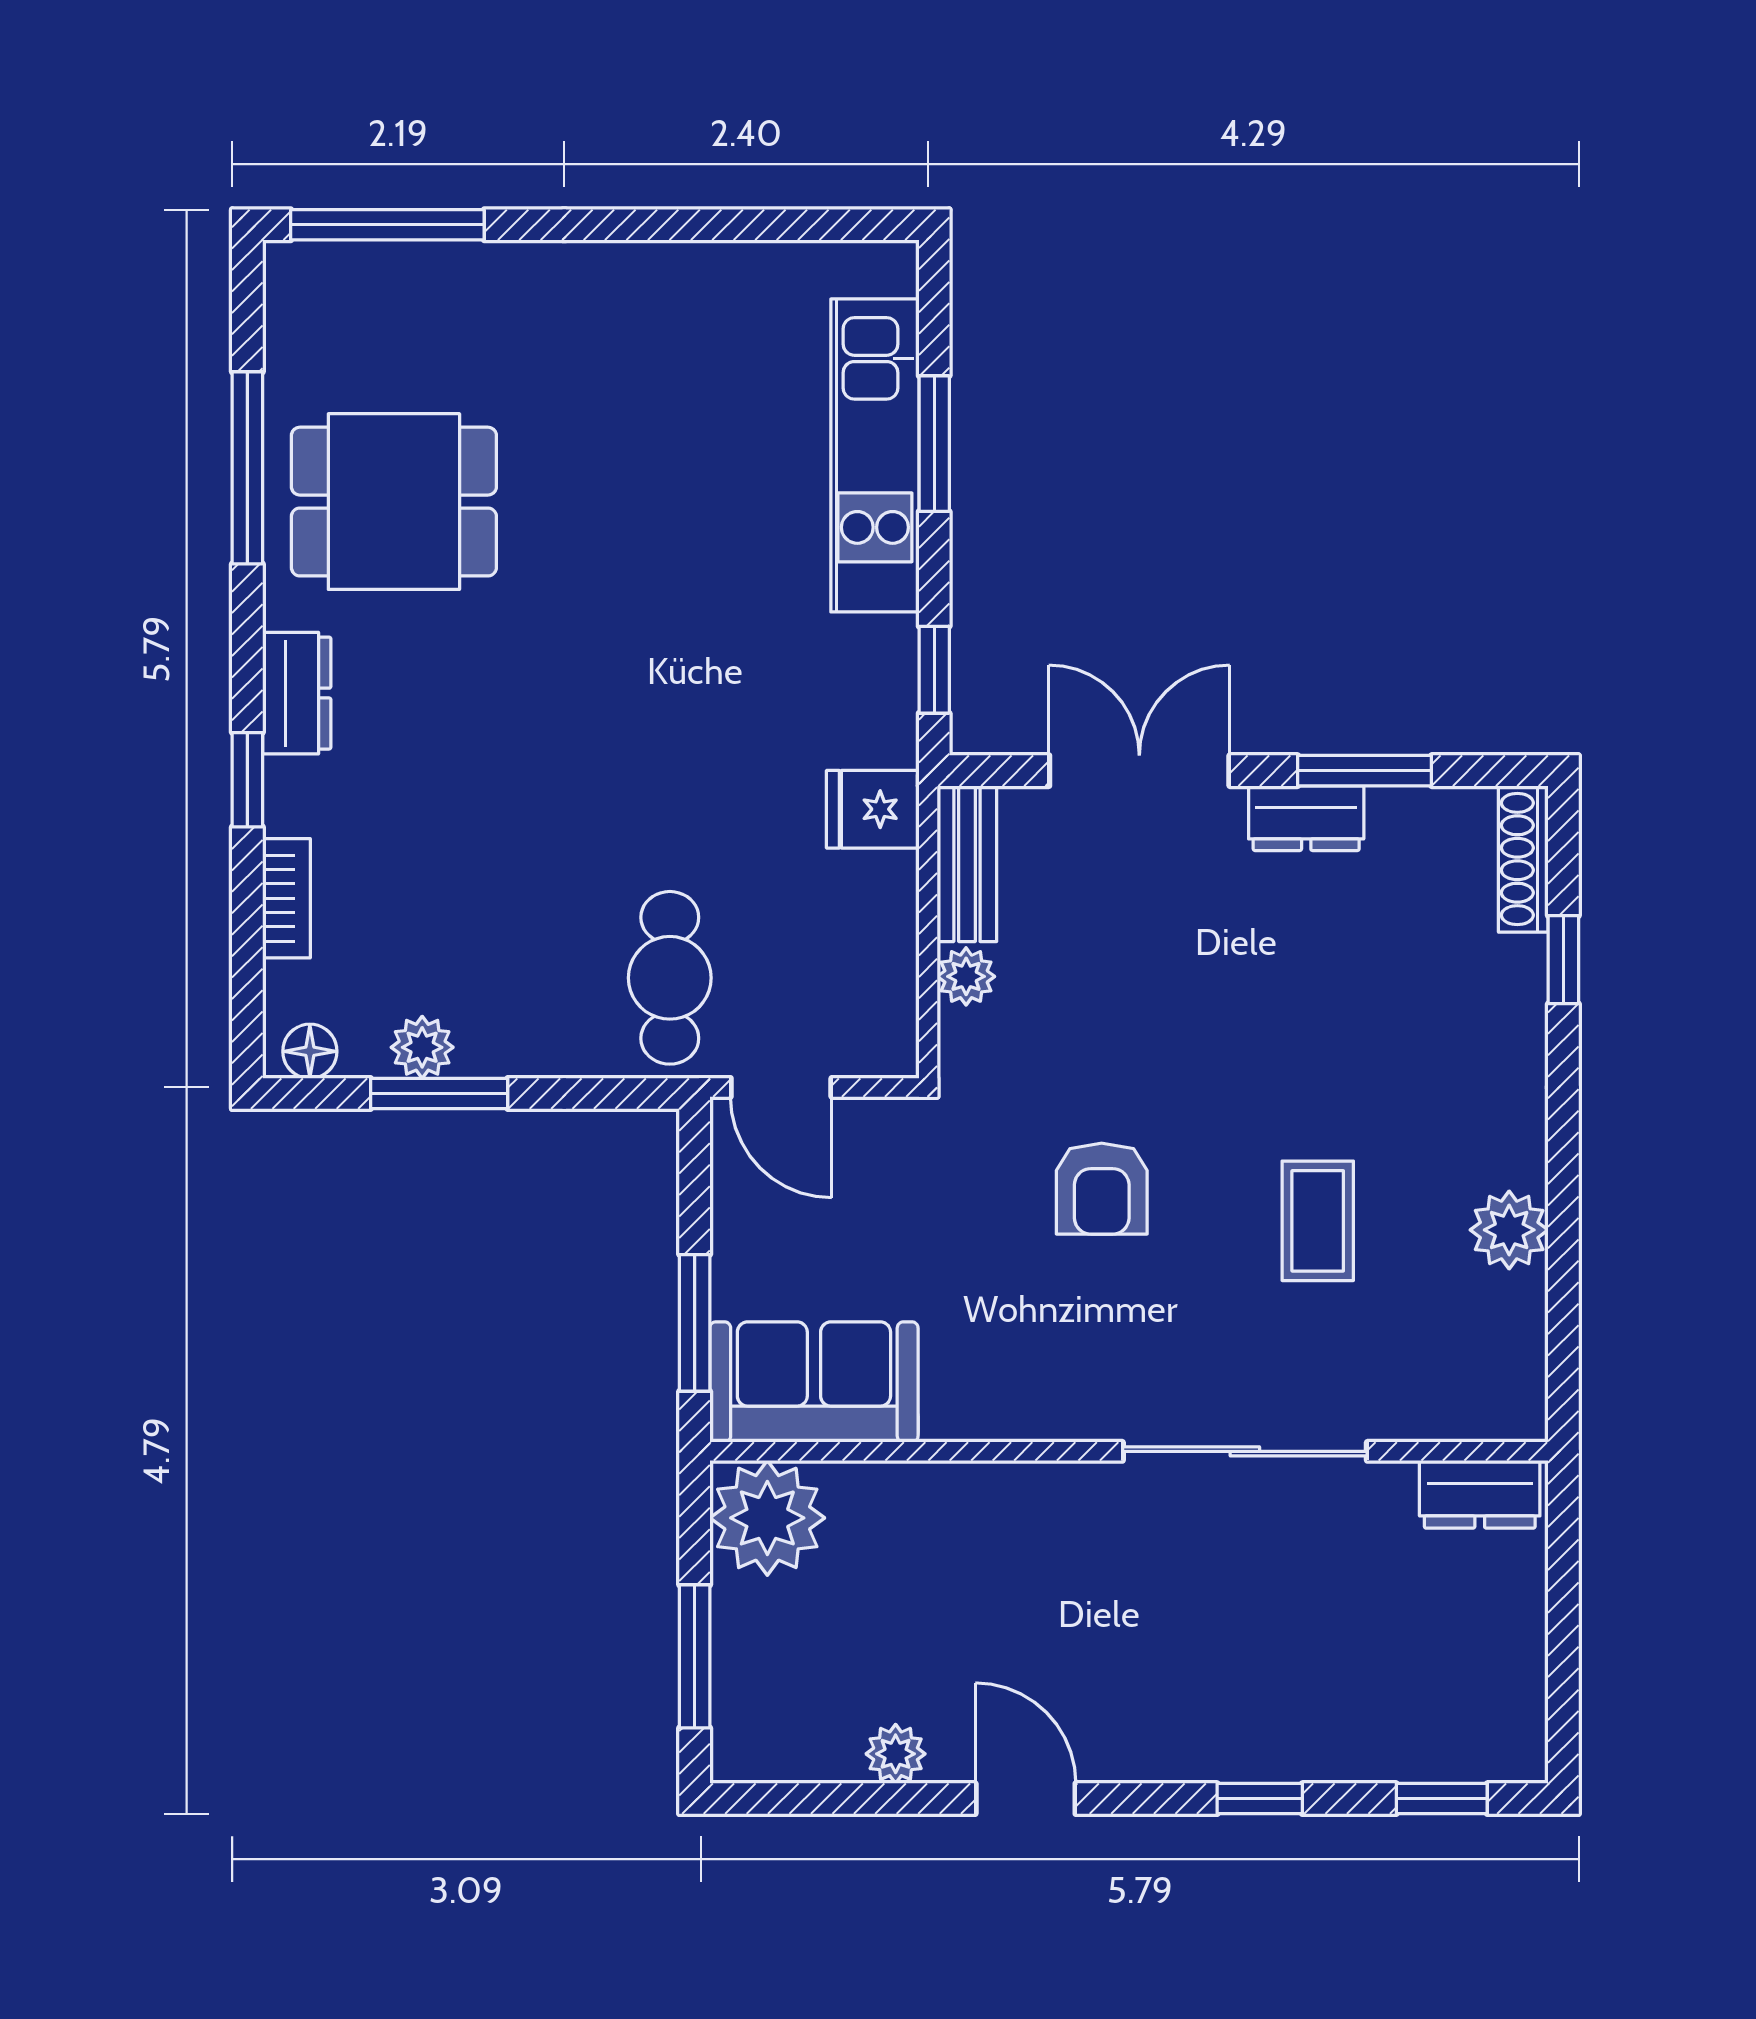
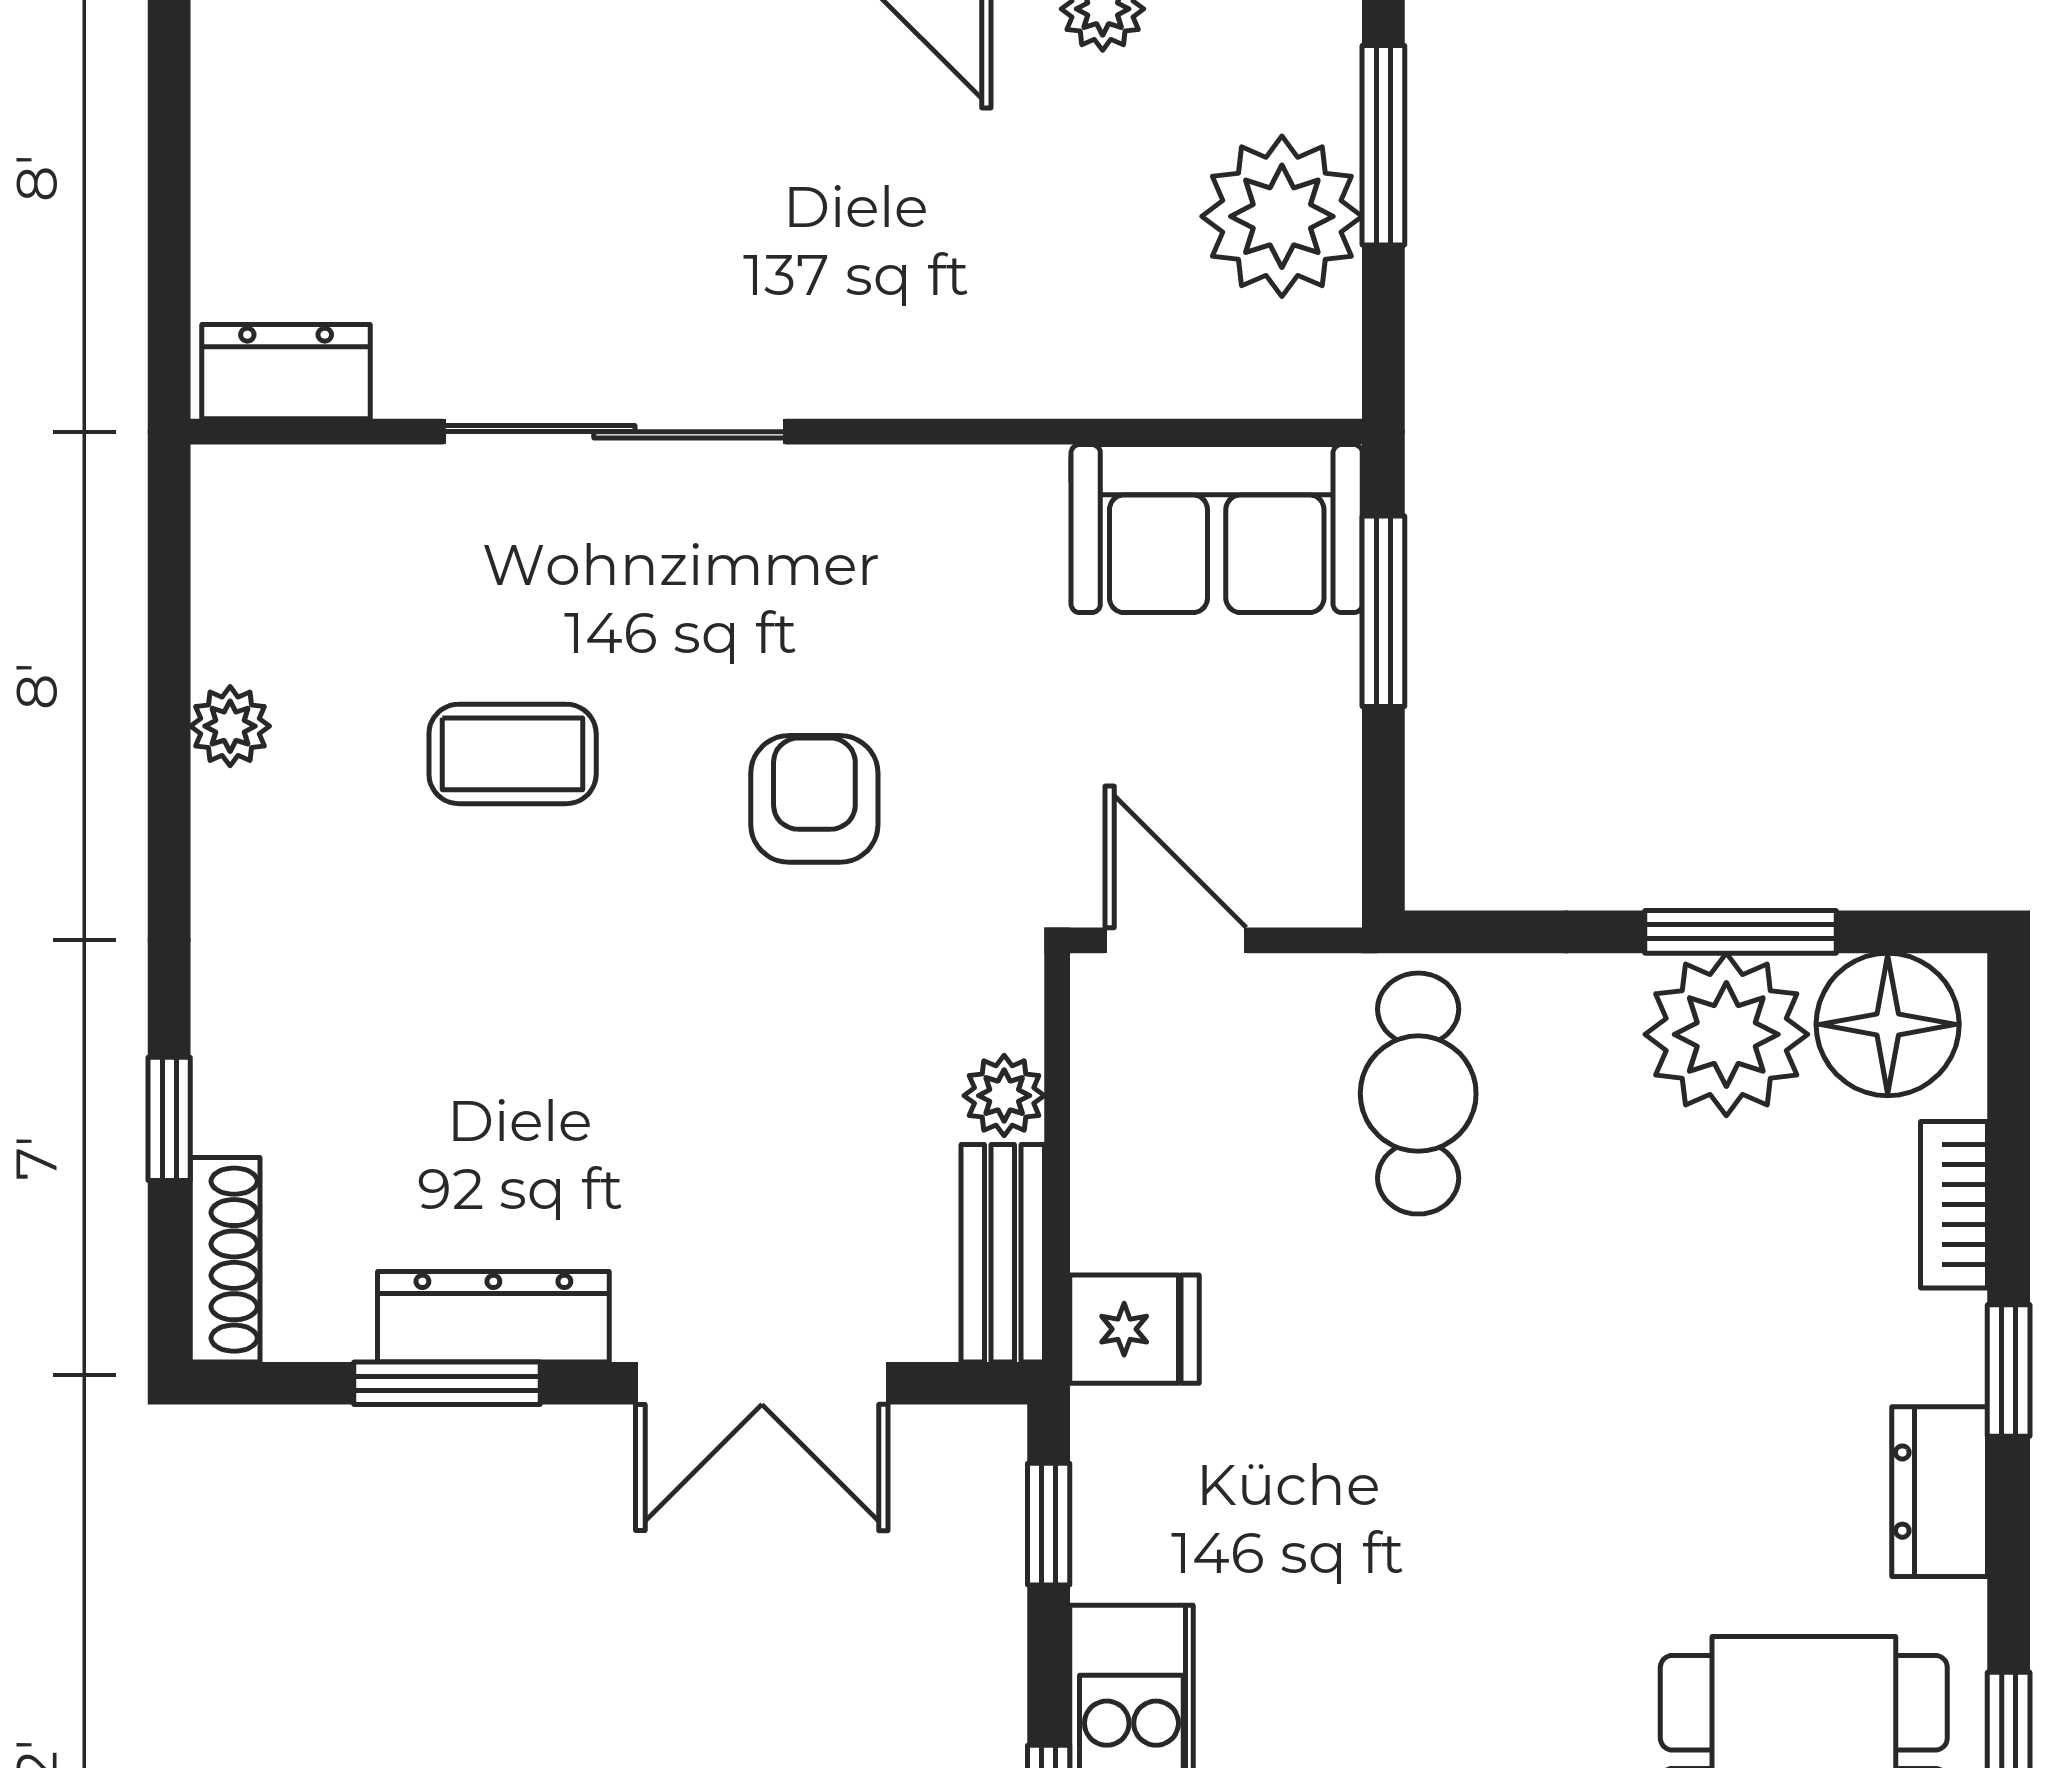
dresser: (1306, 818) -> (493, 1317), width x1.44
plant: (422, 1047) -> (1726, 1034), width x1.88, depth x1.88
floor lamp: (310, 1051) -> (1888, 1024), width x1.89, depth x1.89
door: (781, 1087) -> (1176, 940), moved
coffee table: (1318, 1221) -> (513, 754), turned 90
plant: (1509, 1230) -> (230, 726), width x0.73, depth x0.73
plant: (767, 1518) -> (1282, 216), moved

